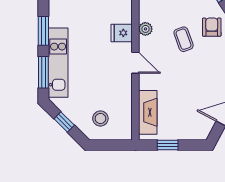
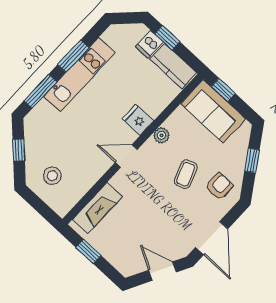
kitchen unit: (58, 63) -> (79, 74), moved
door: (135, 63) -> (126, 156), swing flipped

